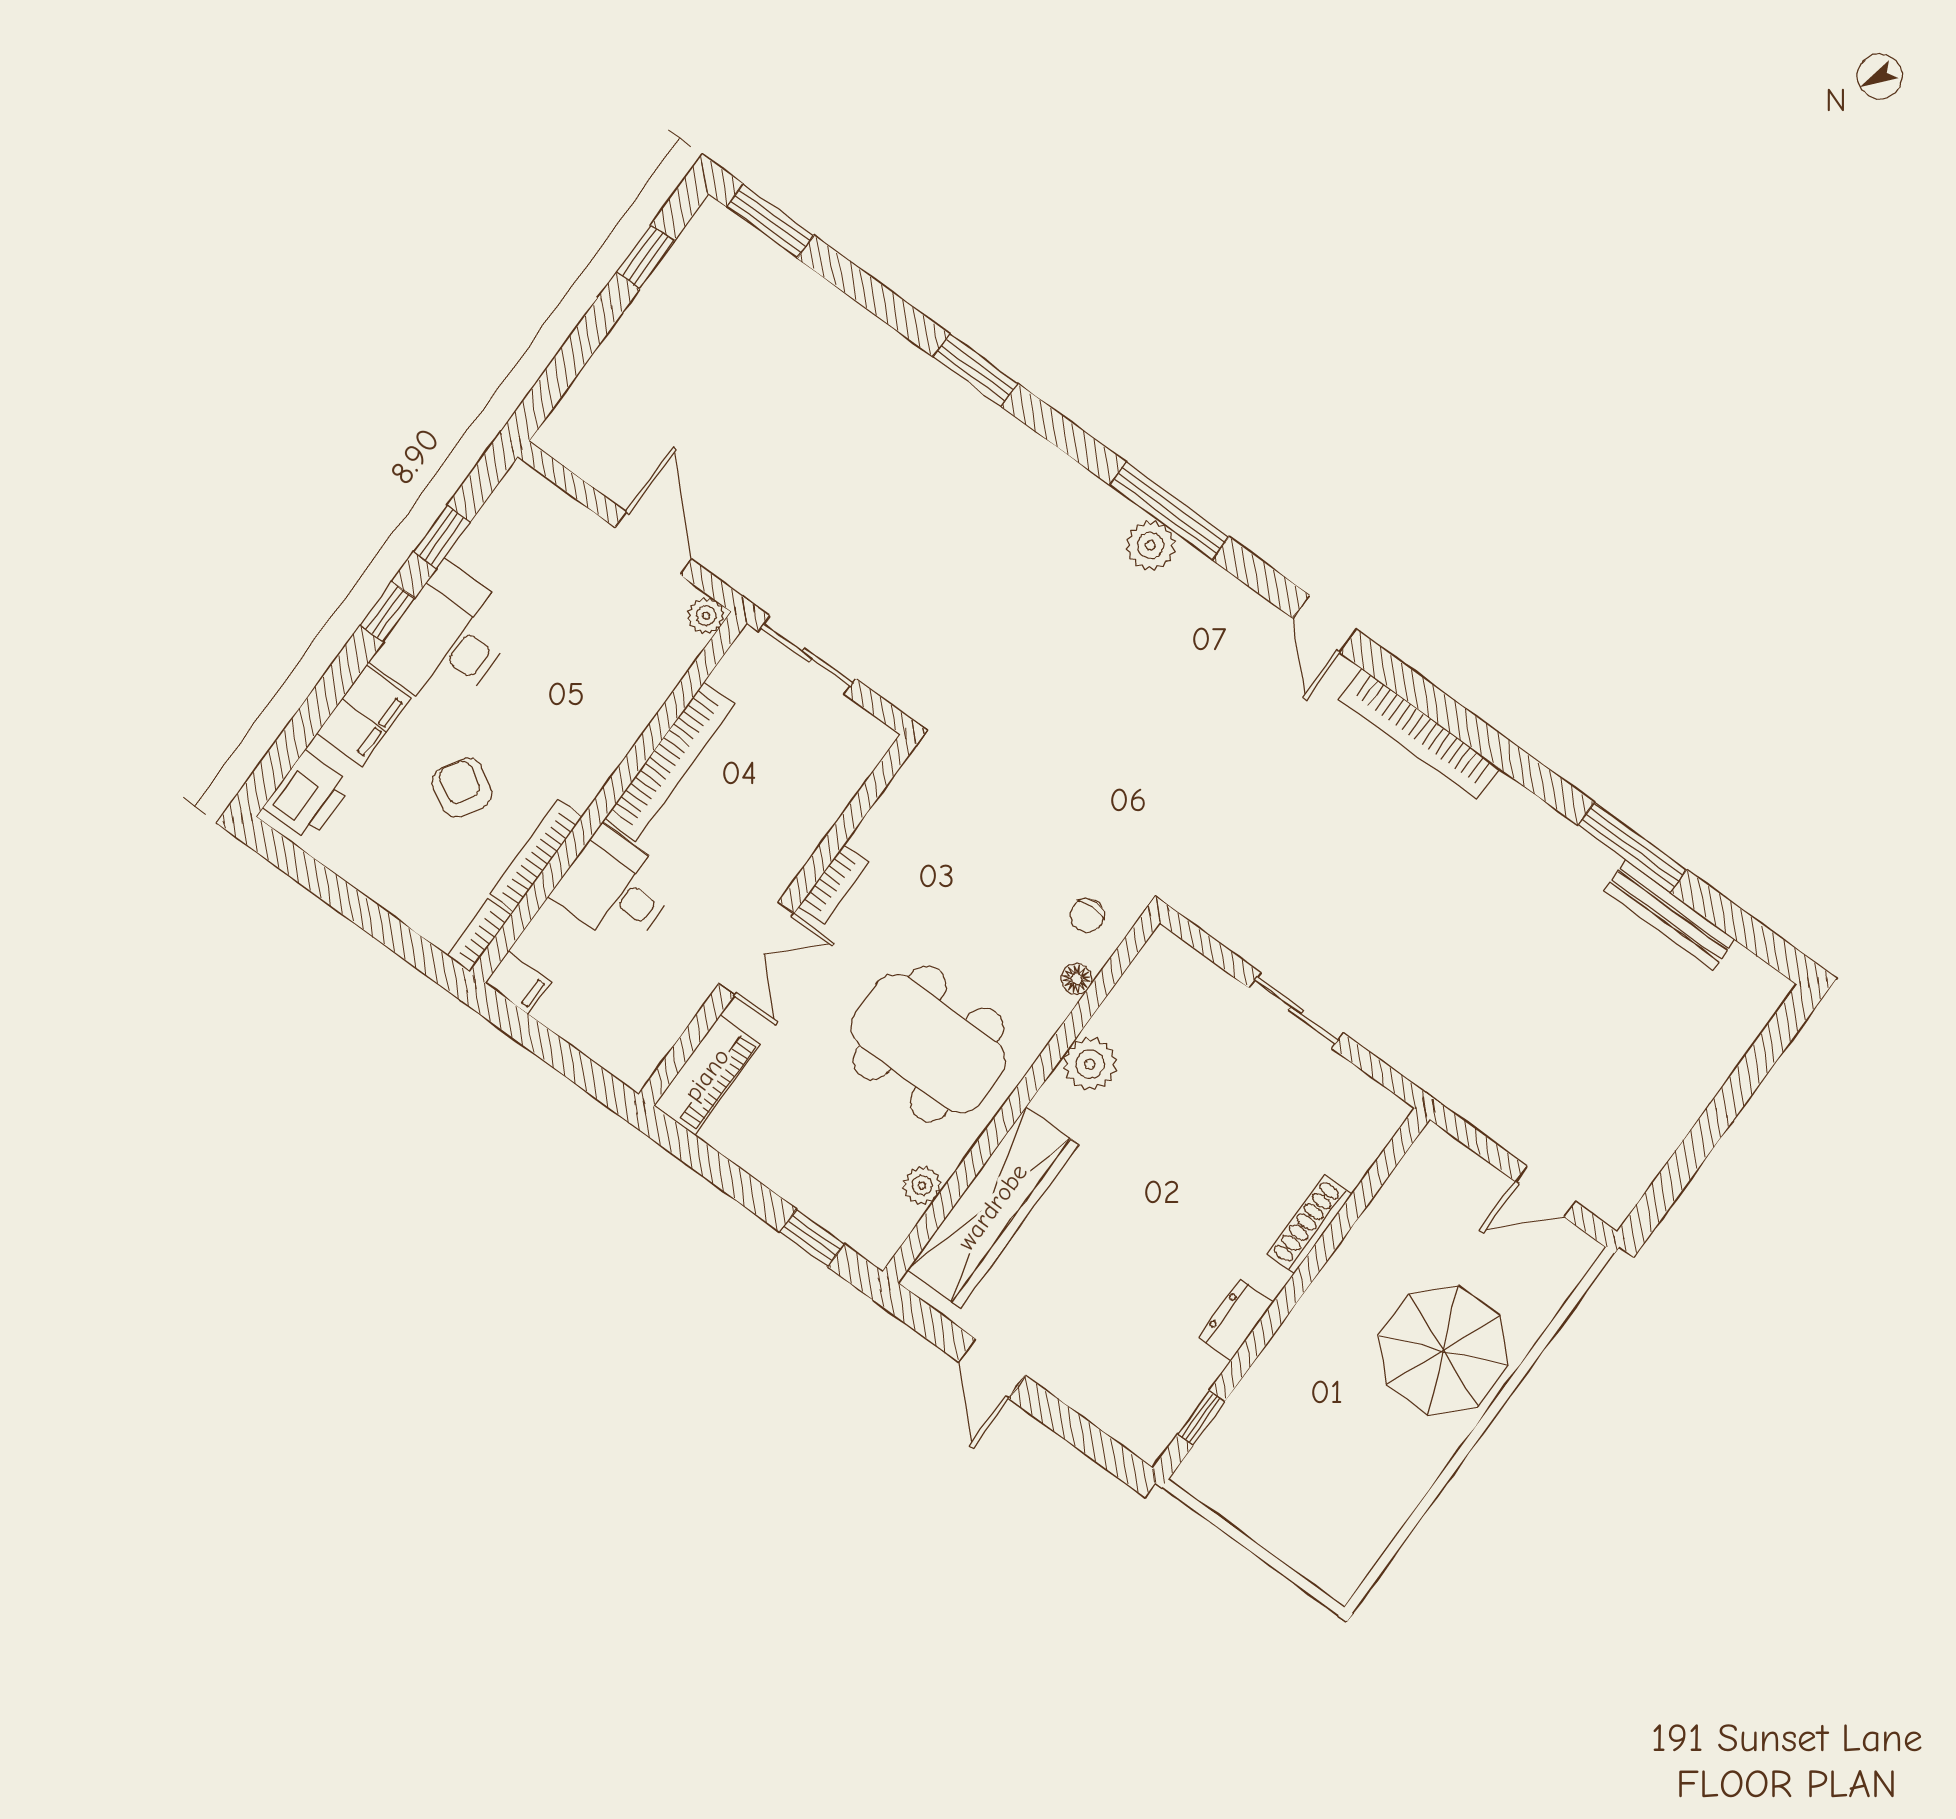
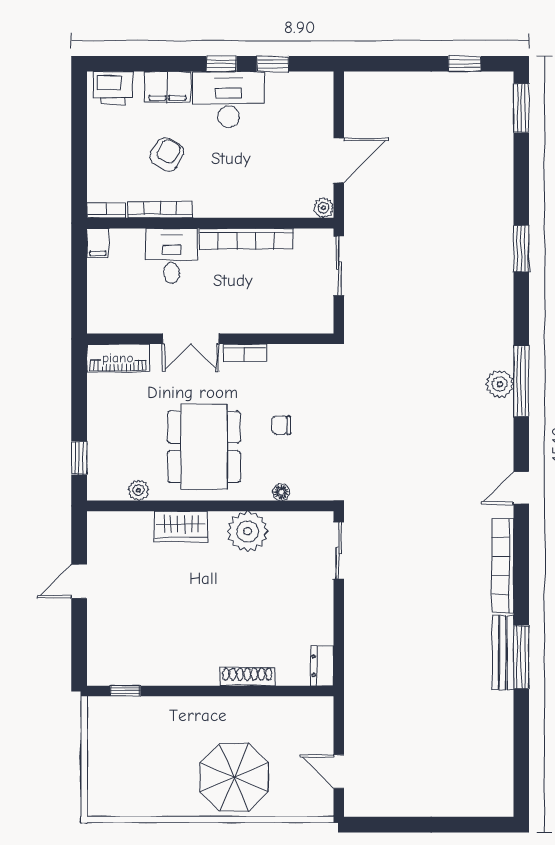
window: (1632, 847) -> (521, 657), moved
chair: (1087, 915) -> (281, 425), moved
bench: (1670, 915) -> (503, 653), moved
sliding door: (1296, 1010) -> (339, 550), moved
plant: (1090, 1064) -> (248, 531), width x1.36, depth x1.36
wardrobe: (993, 1207) -> (181, 526), width x0.48, depth x0.85
dresser: (1236, 1320) -> (322, 666), moved, turned -90

